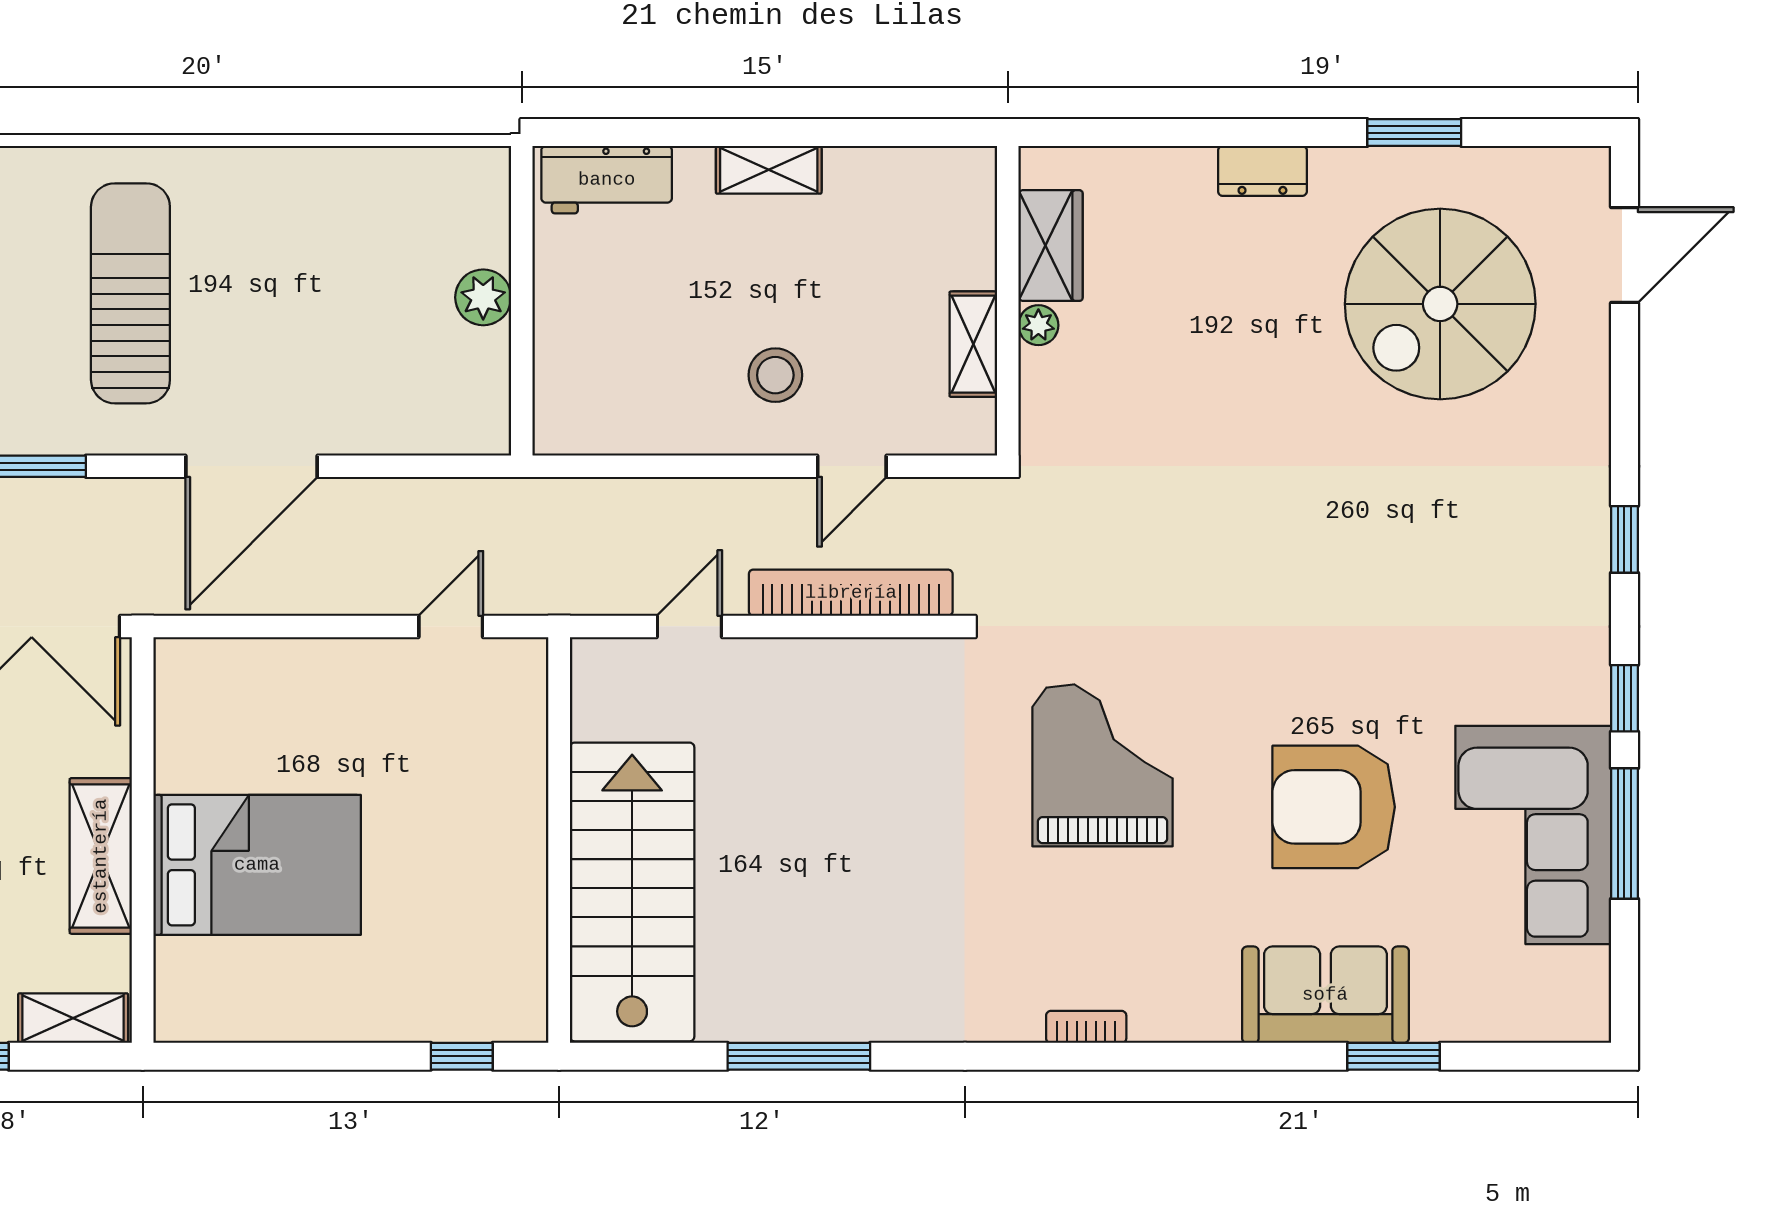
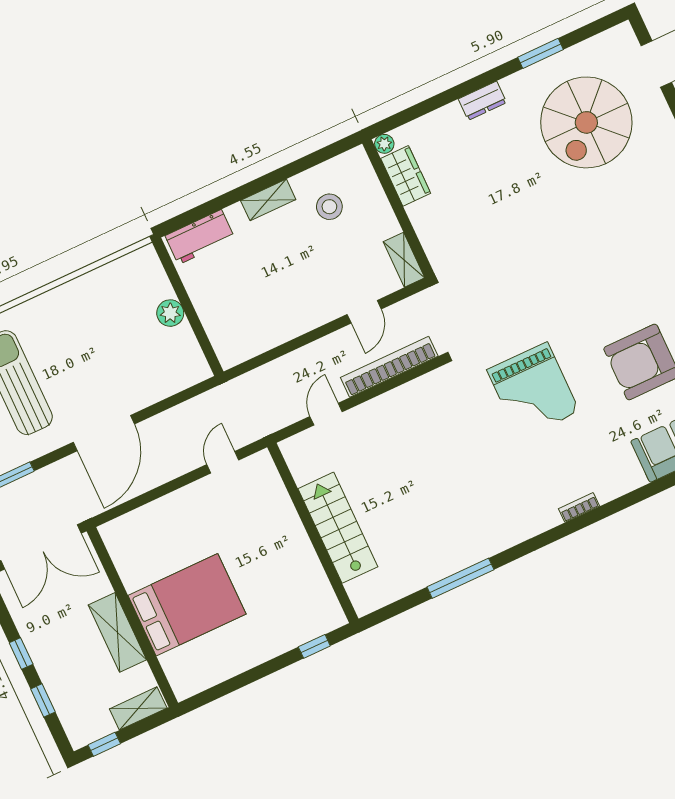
plant: (1038, 325) -> (384, 144), moved
shelving: (973, 344) -> (404, 260), moved
stool: (775, 375) -> (329, 207), moved
grand piano: (1103, 765) -> (533, 391), turned 180
stairs: (632, 892) -> (338, 528), width x0.73, depth x0.66

